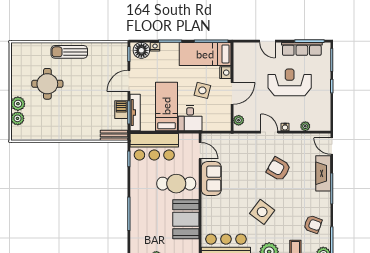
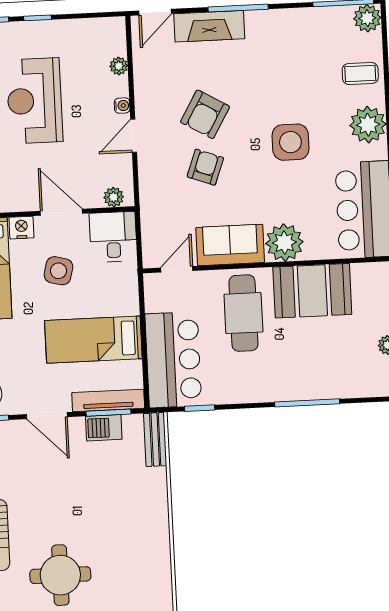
desk: (190, 118) -> (113, 237), moved, turned -90
plant: (211, 206) -> (284, 243), added
side table: (262, 212) -> (290, 142), turned -37
armchair: (313, 224) -> (205, 167), moved

